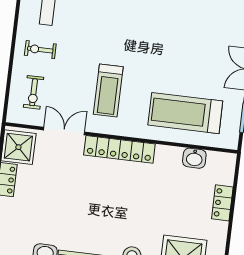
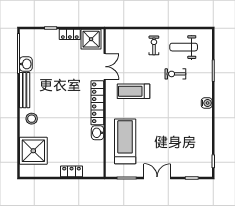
exercise bike: (34, 92) -> (175, 74), moved
washbasin: (194, 158) -> (97, 133), moved

